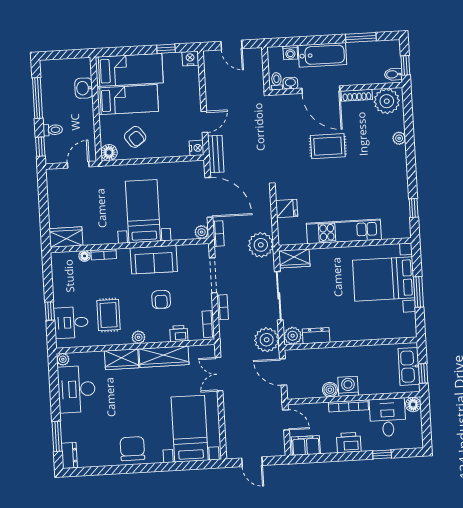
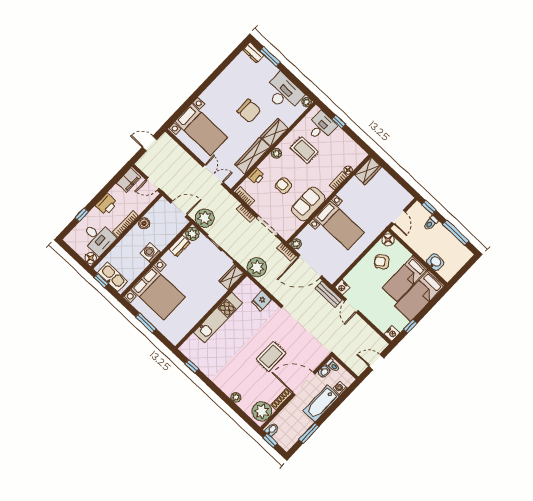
bed with nightstands: (384, 279) -> (158, 293), moved, turned 90
washing machine: (348, 386) -> (150, 253), moved, turned 180
chair: (132, 449) -> (249, 111), moved

